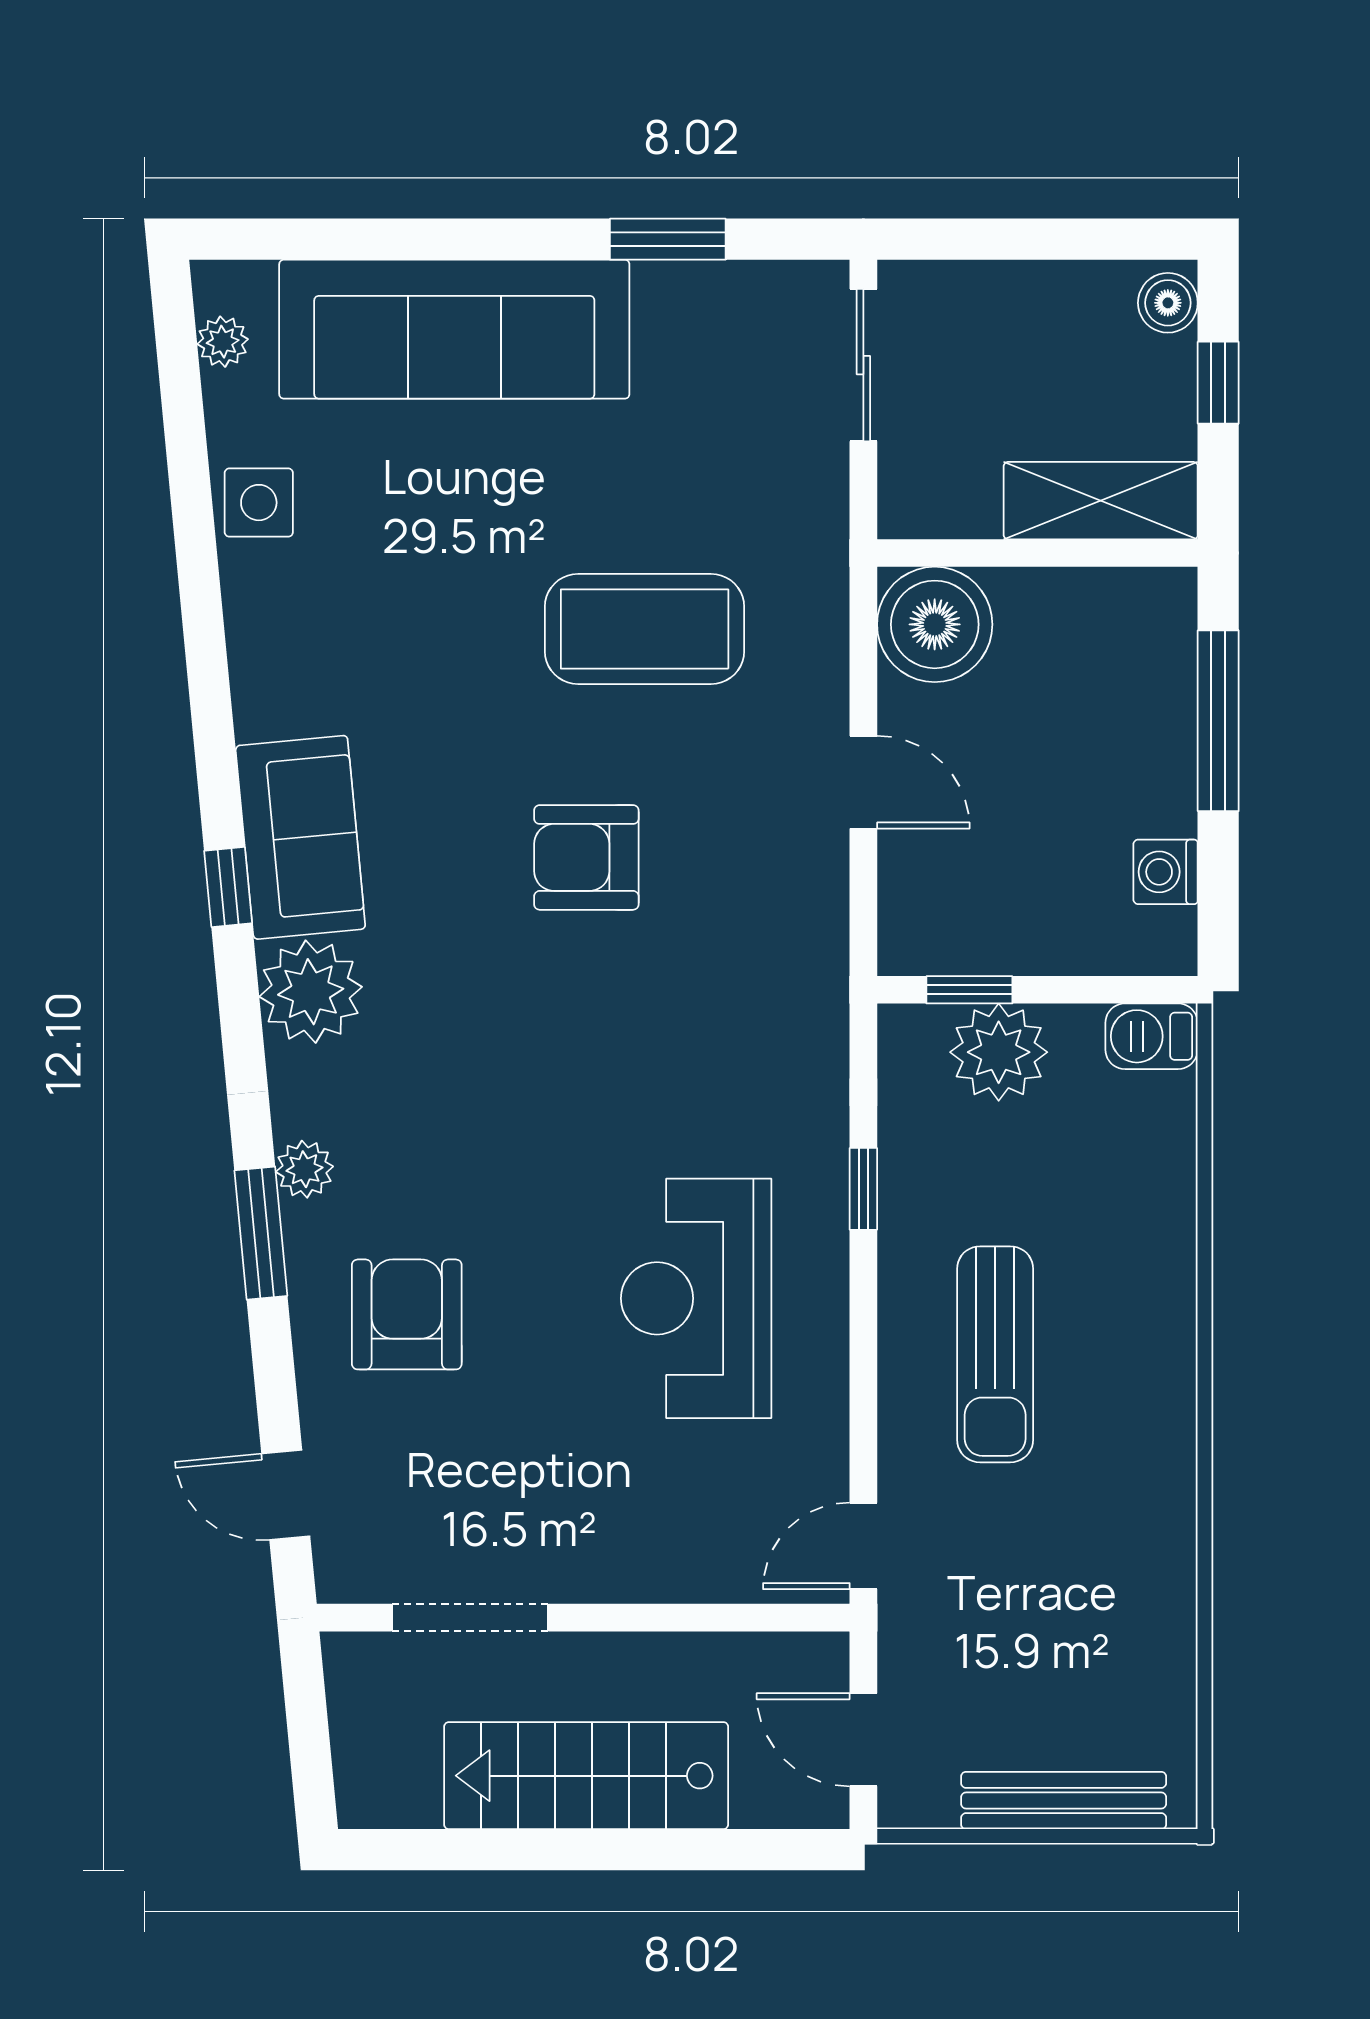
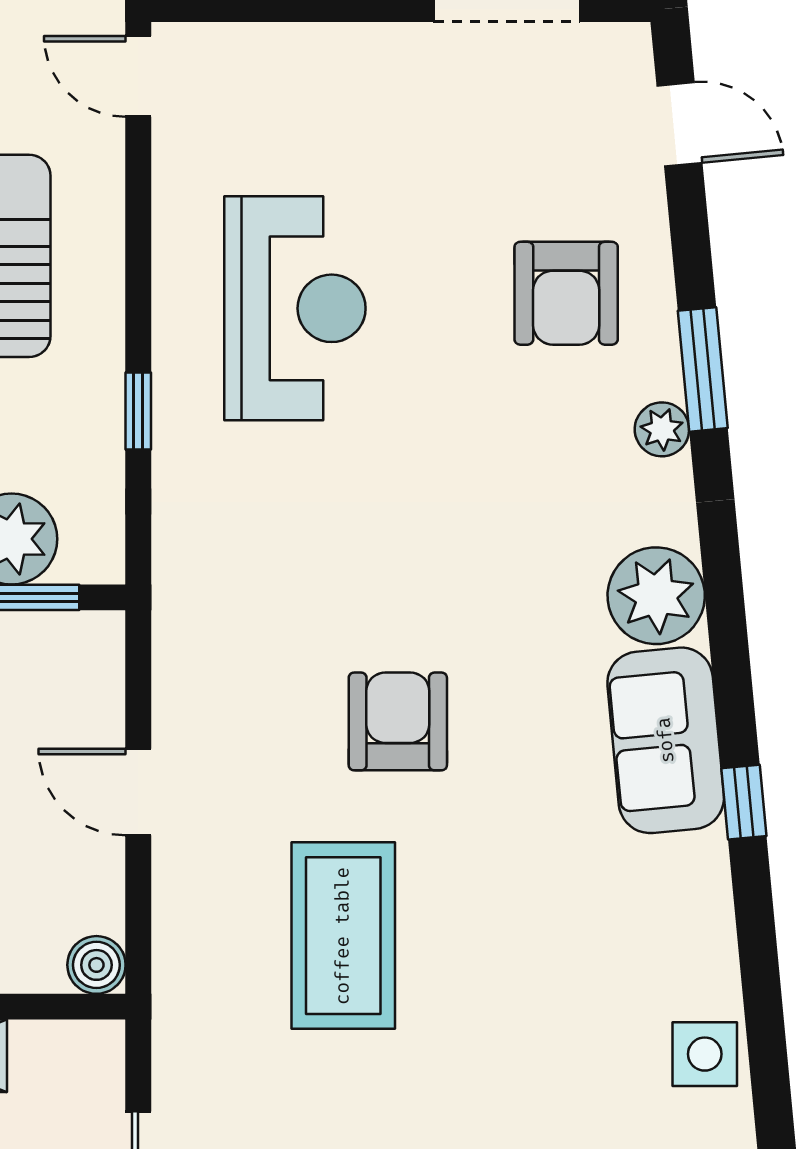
boiler: (935, 624) -> (96, 965), width x0.54, depth x0.54
coffee table: (645, 629) -> (343, 936), turned 90
armchair: (586, 857) -> (398, 721), turned -90
window: (228, 887) -> (744, 802), moved
door: (863, 1546) -> (138, 76), swing flipped

